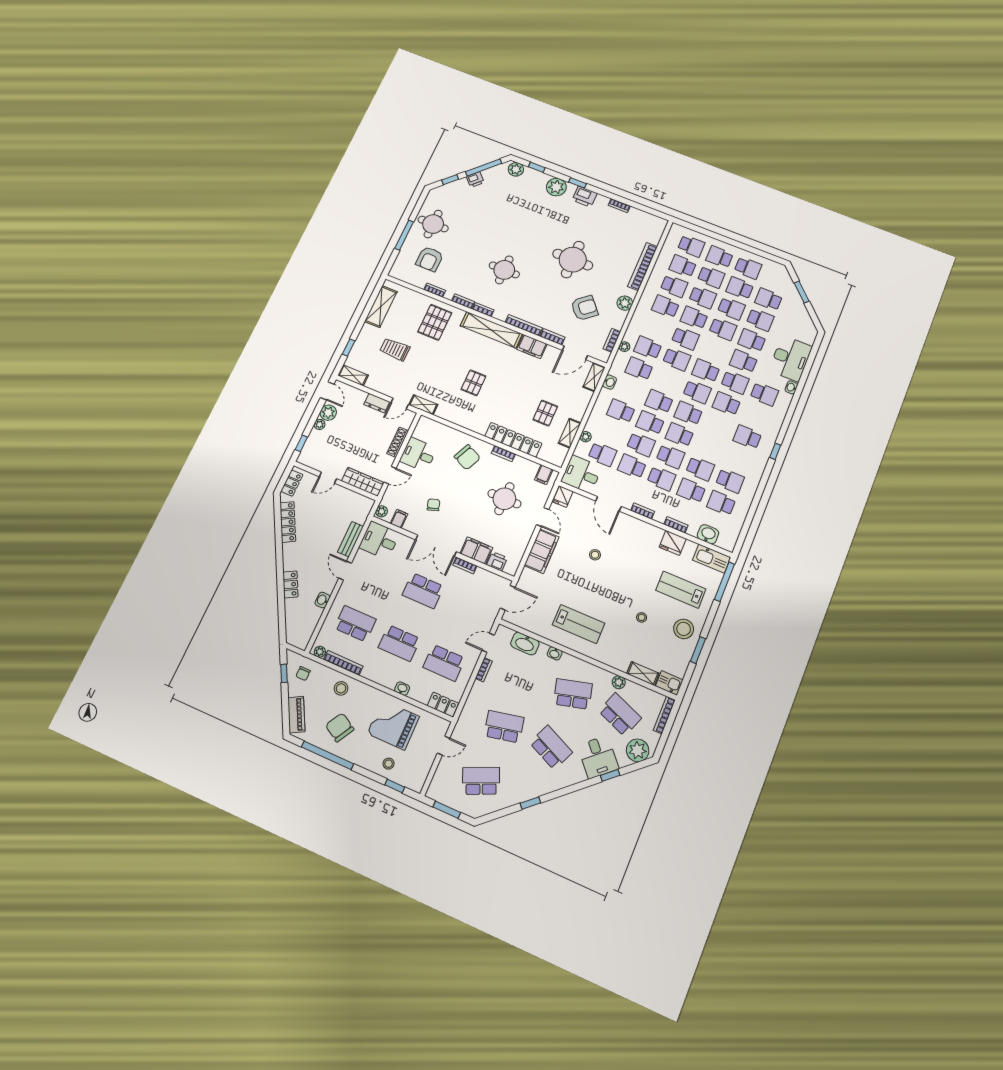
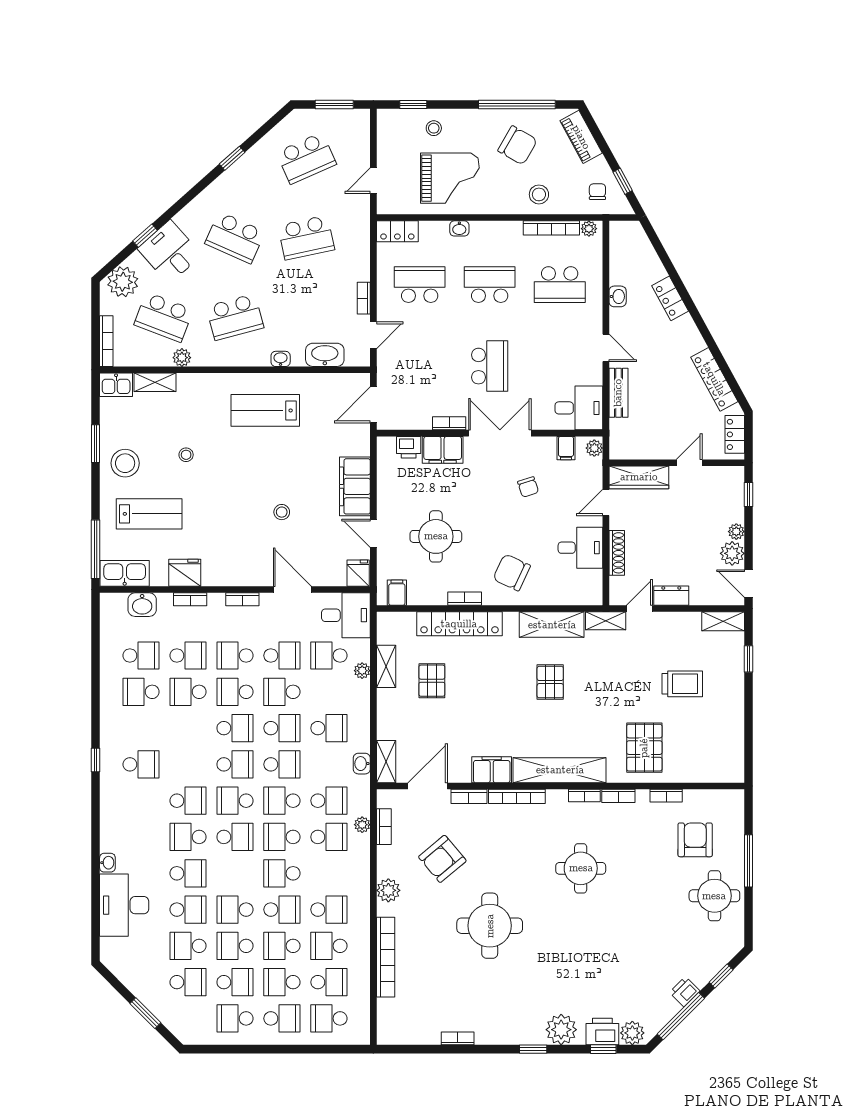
printer: (585, 197) -> (602, 1032), moved
shelving: (381, 307) -> (552, 625), moved, turned 90
school desk: (764, 394) -> (282, 801), moved
school desk: (423, 591) -> (490, 366), turned 90

